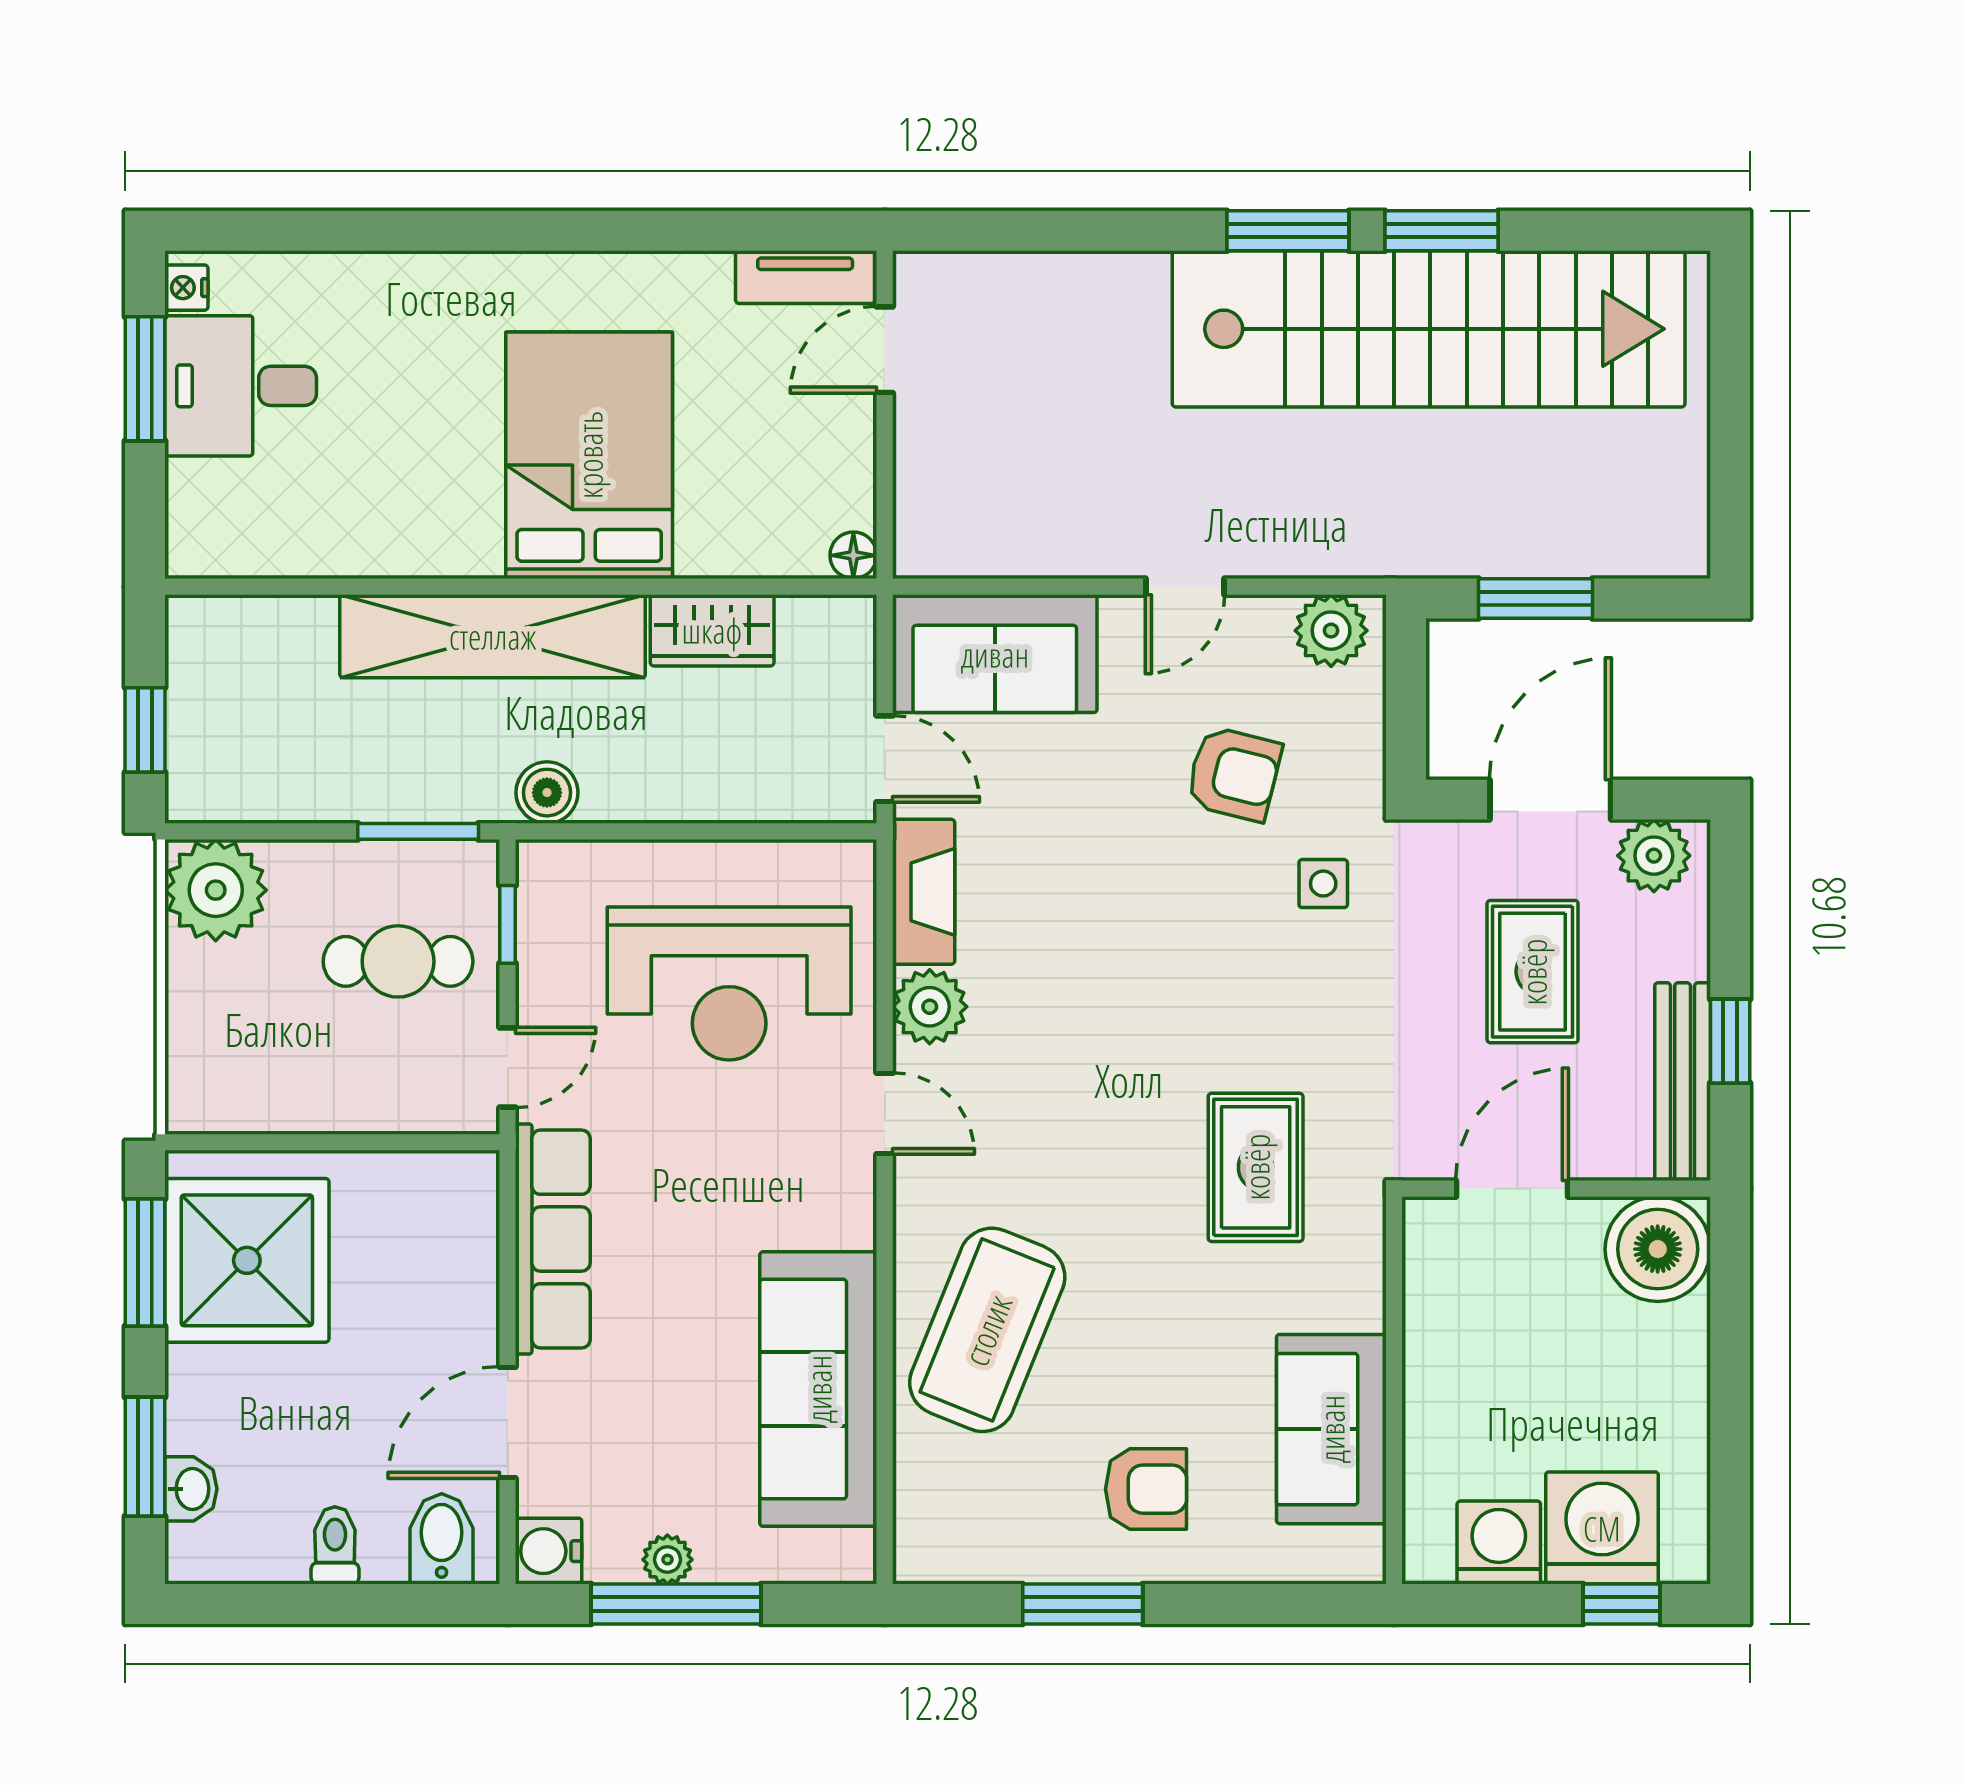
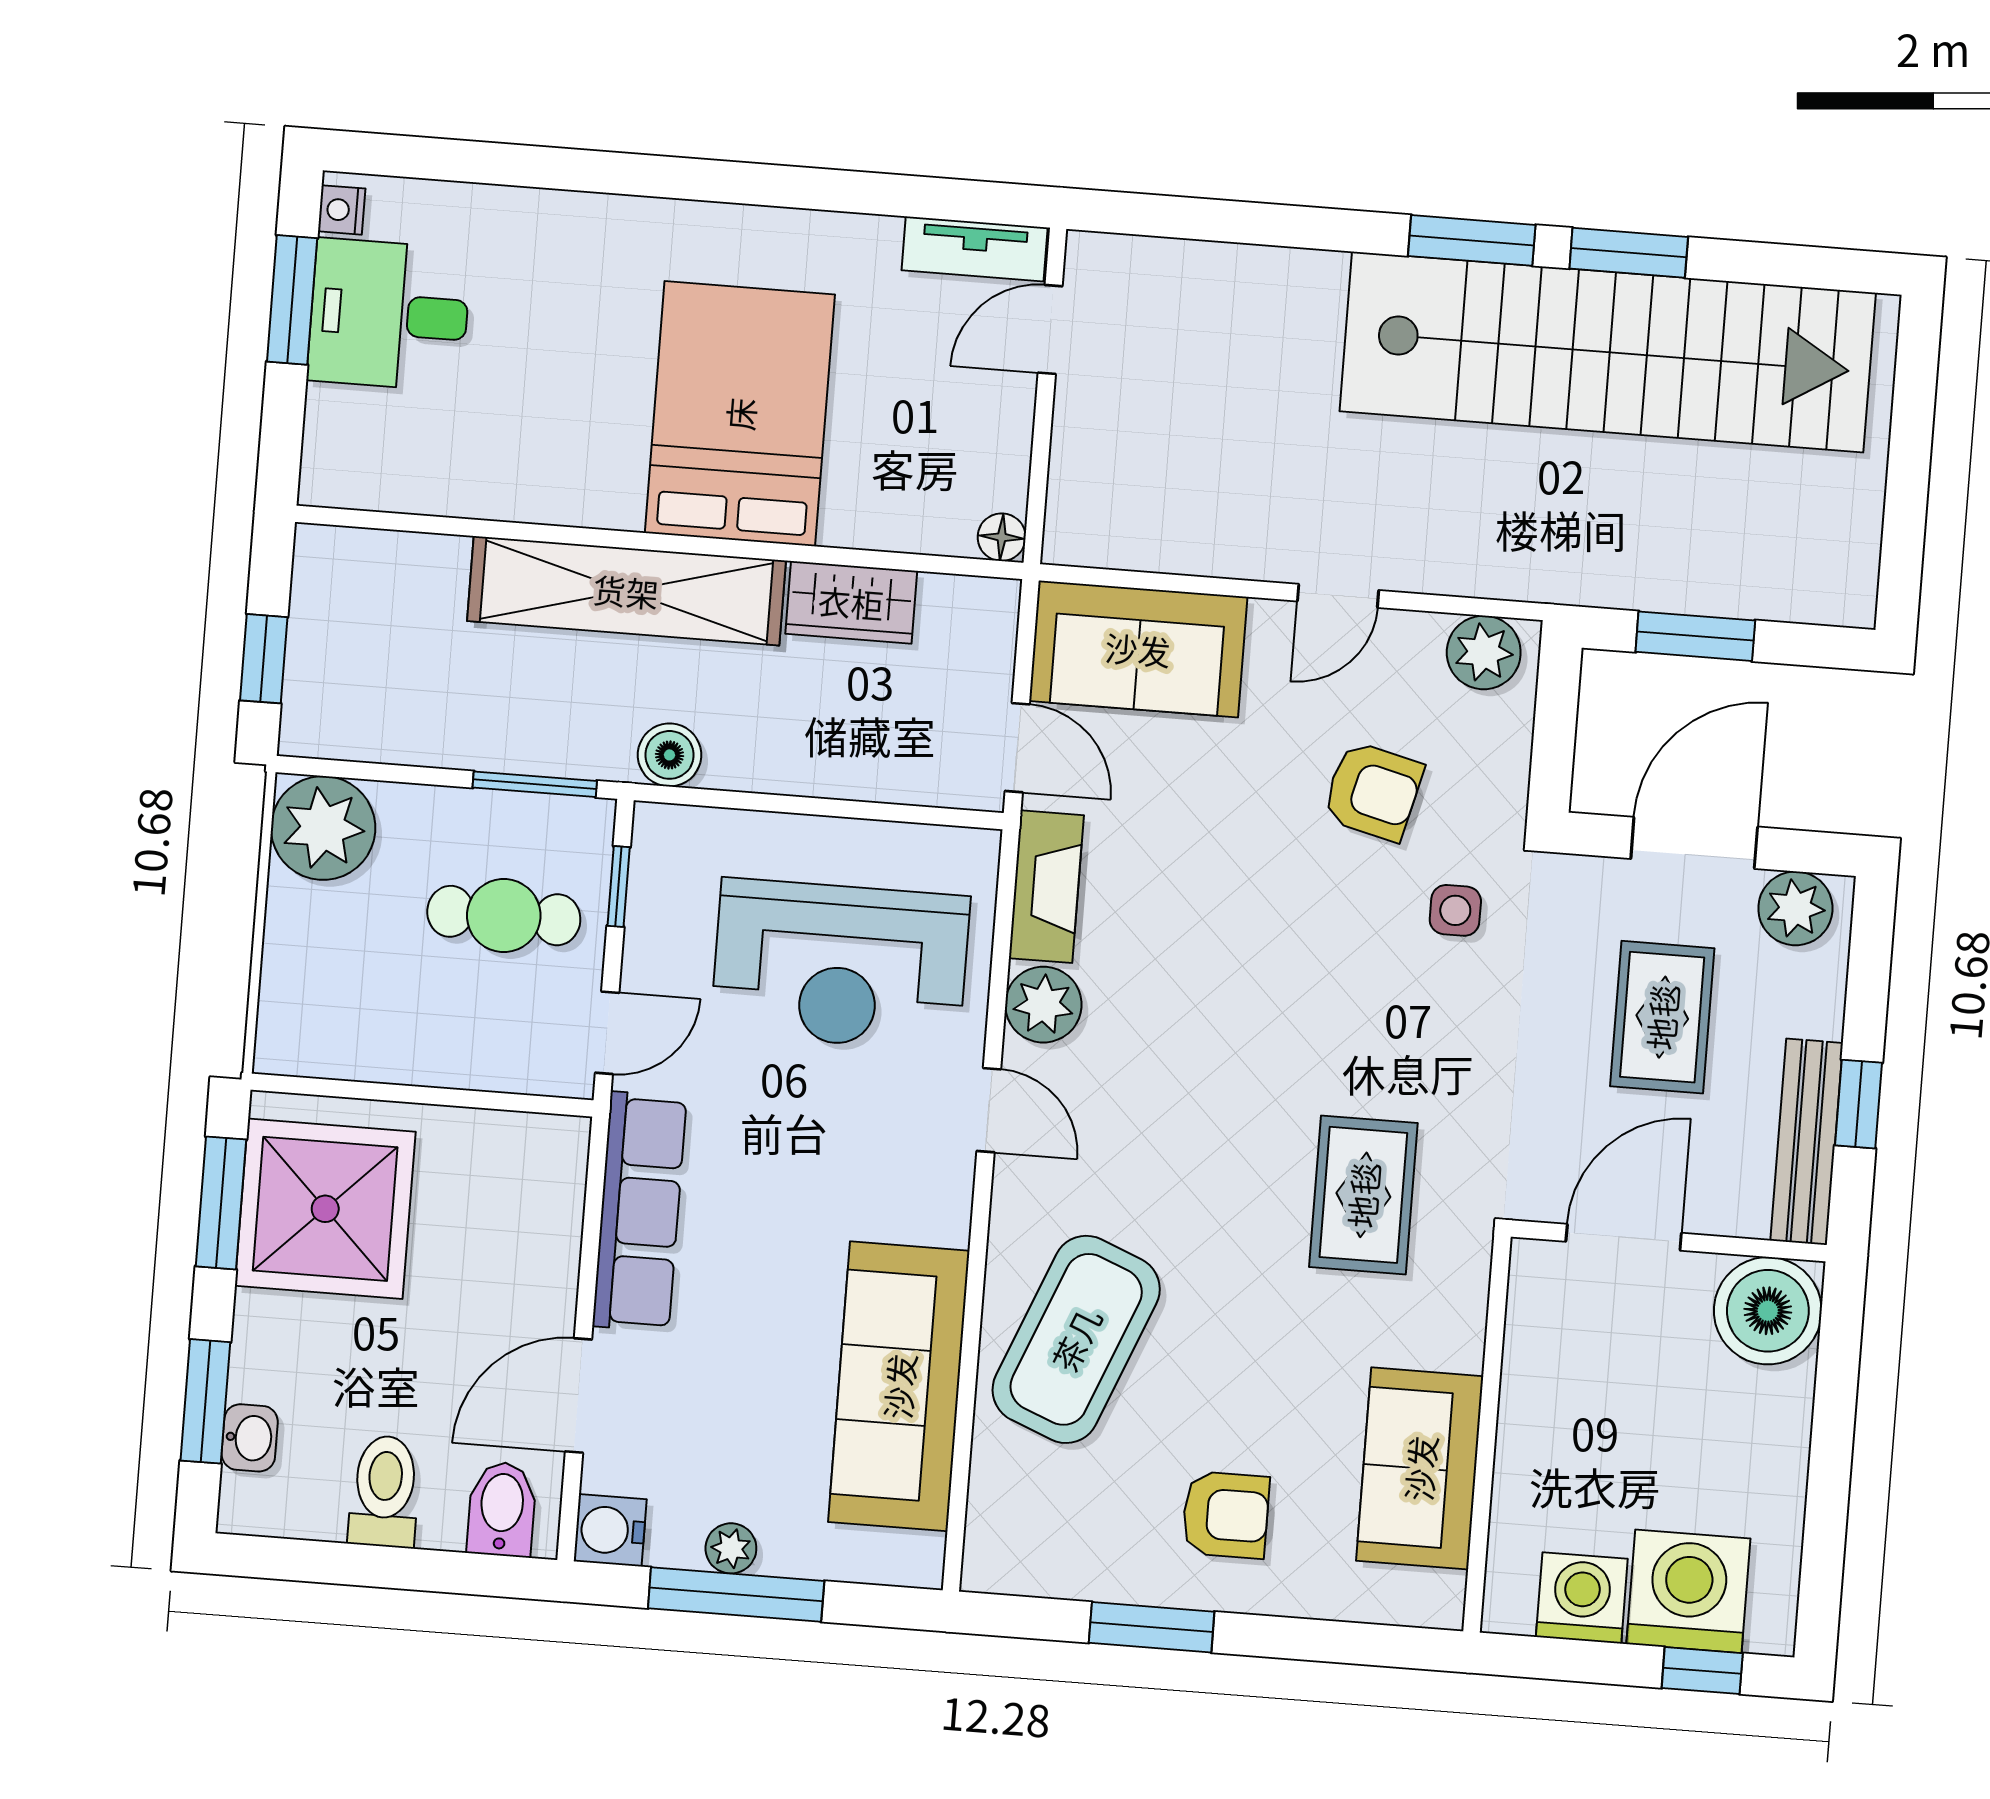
toilet: (335, 1545) -> (384, 1491), width x1.37, depth x1.39

